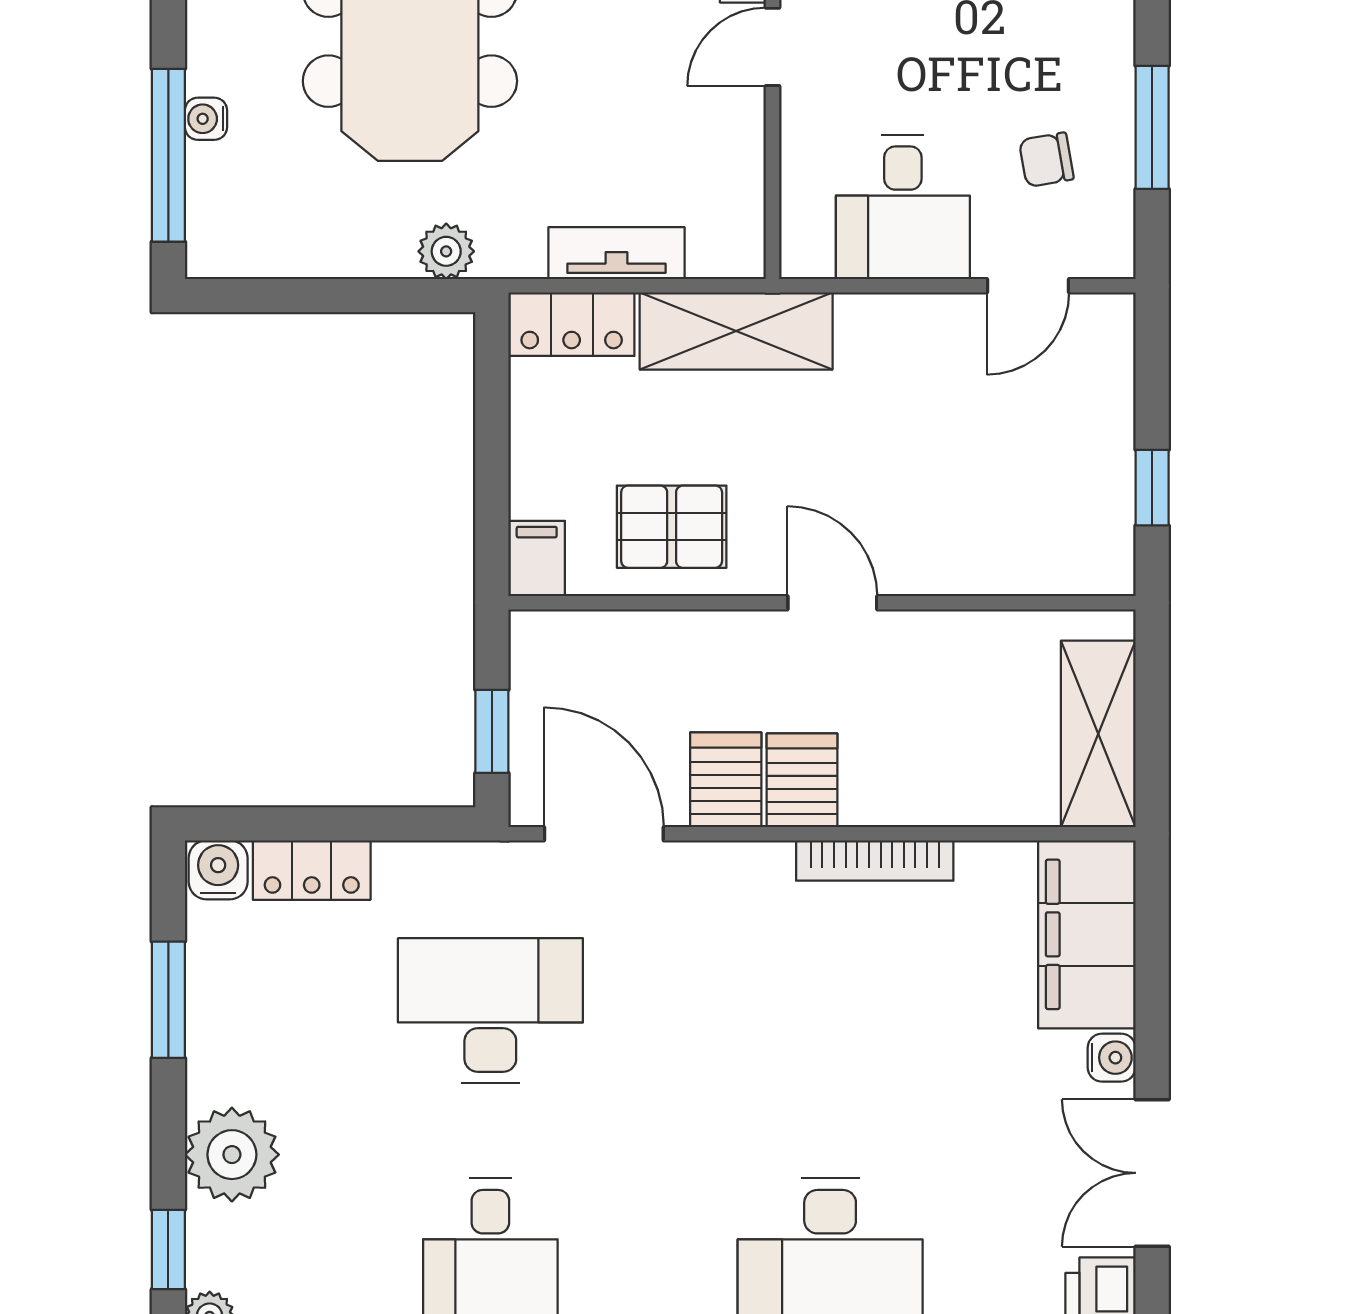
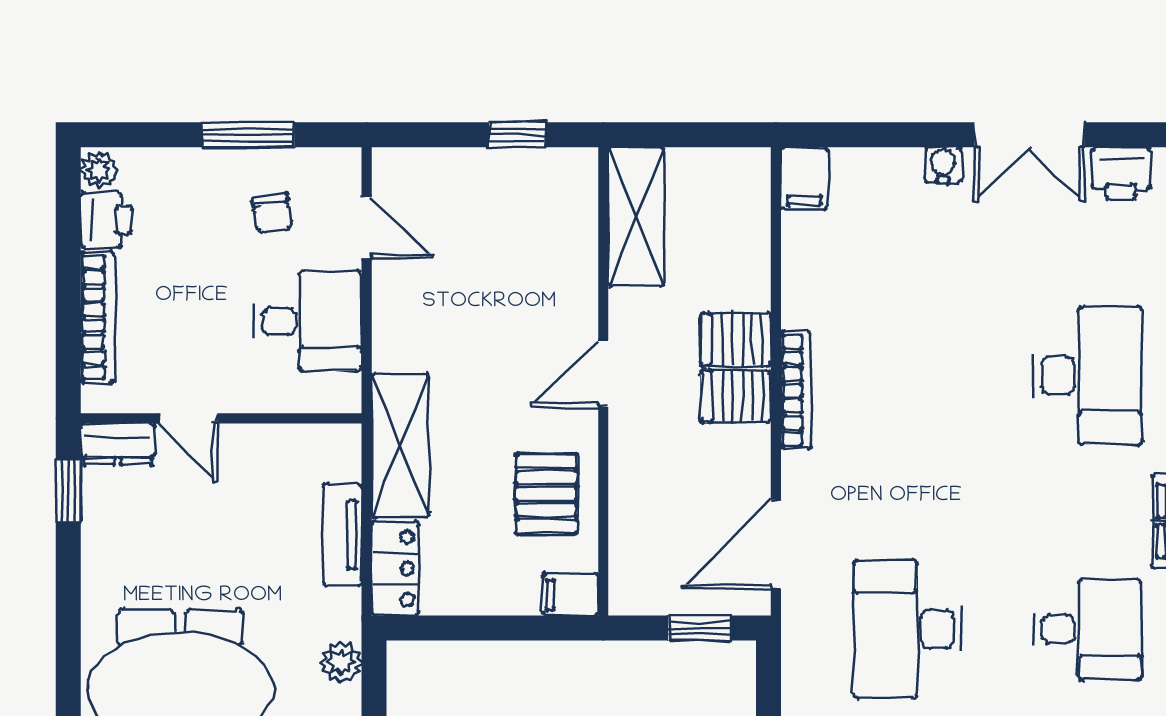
shelving: (1098, 734) -> (636, 217), moved, turned 90
server rack: (726, 780) -> (736, 339), moved
bookcase: (875, 861) -> (796, 390), moved
filing cabinet: (1087, 934) -> (804, 178), width x0.33, depth x0.86

